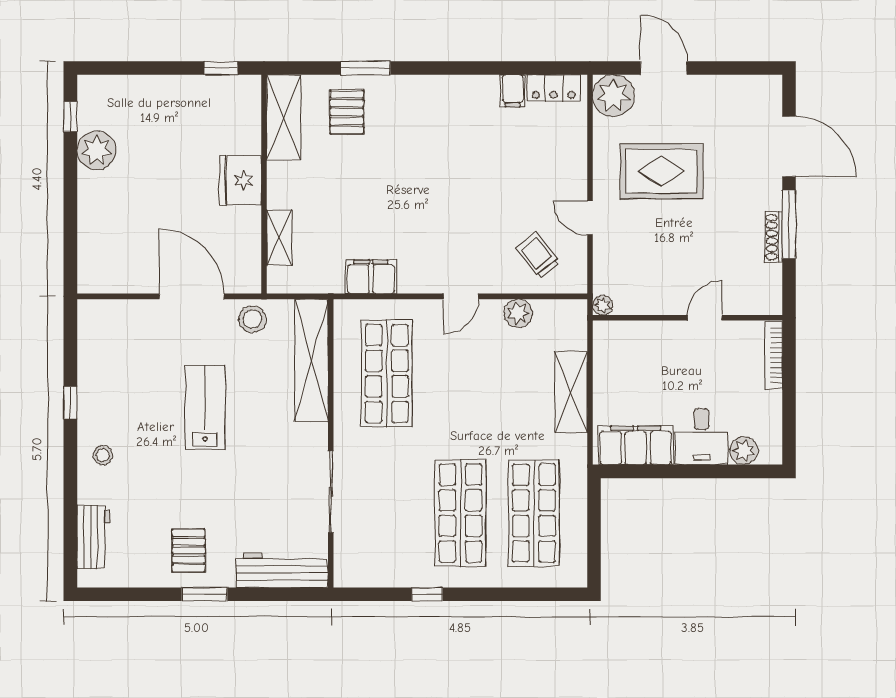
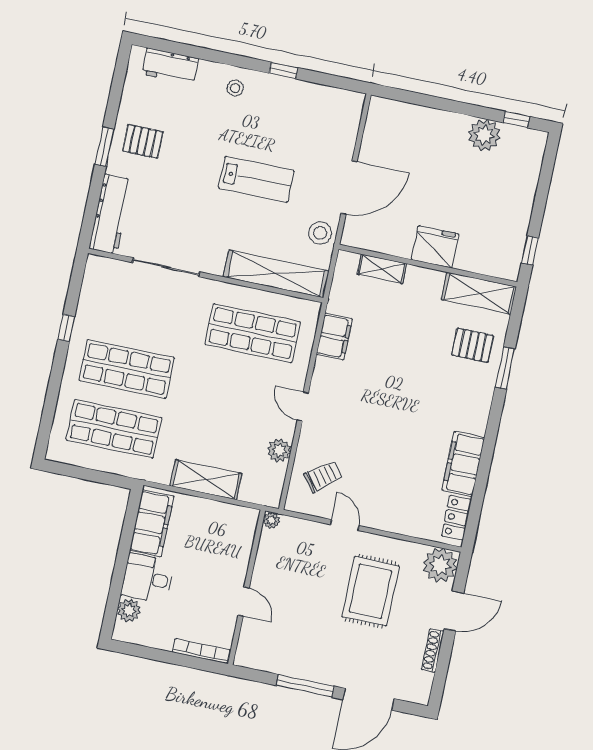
filing cabinet: (513, 91) -> (463, 464), width x3.00, depth x1.17
door: (590, 218) -> (345, 525), hinge flipped
shoe rack: (774, 237) -> (433, 650), moved, turned -90

